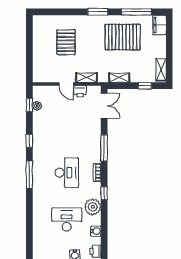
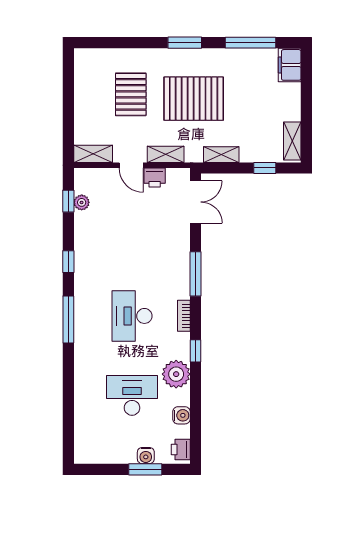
pallet: (123, 37) -> (194, 99), moved
shelving: (44, 77) -> (93, 154), added
desk: (67, 173) -> (132, 316), turned 180

